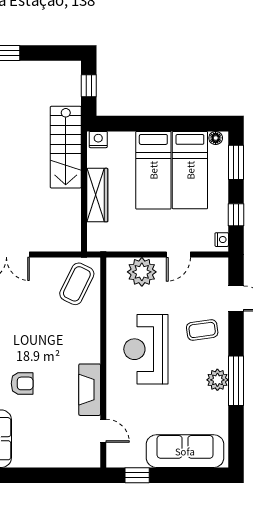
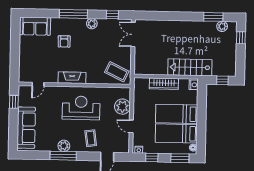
fireplace: (90, 390) -> (72, 78), moved

